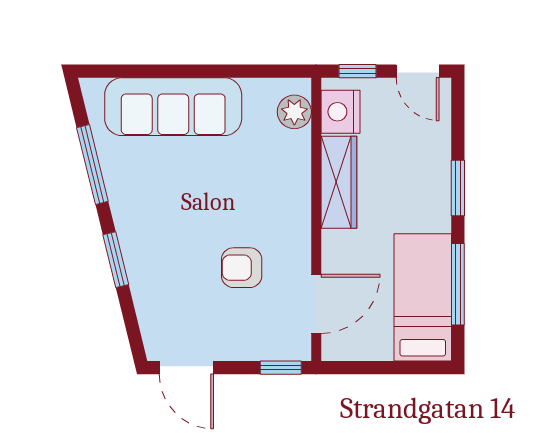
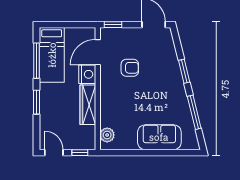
sofa: (173, 107) -> (159, 137), width x0.73
nightstand: (341, 112) -> (87, 74), moved

